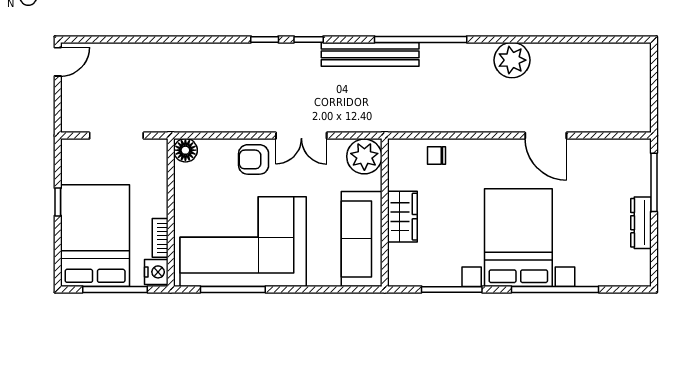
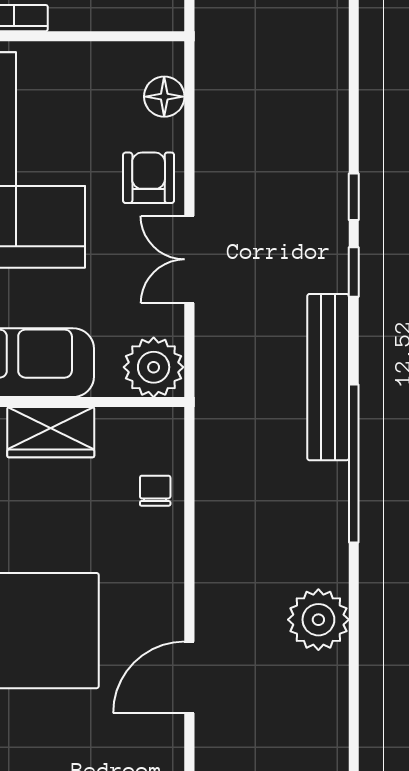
floor lamp: (185, 150) -> (164, 97), moved

